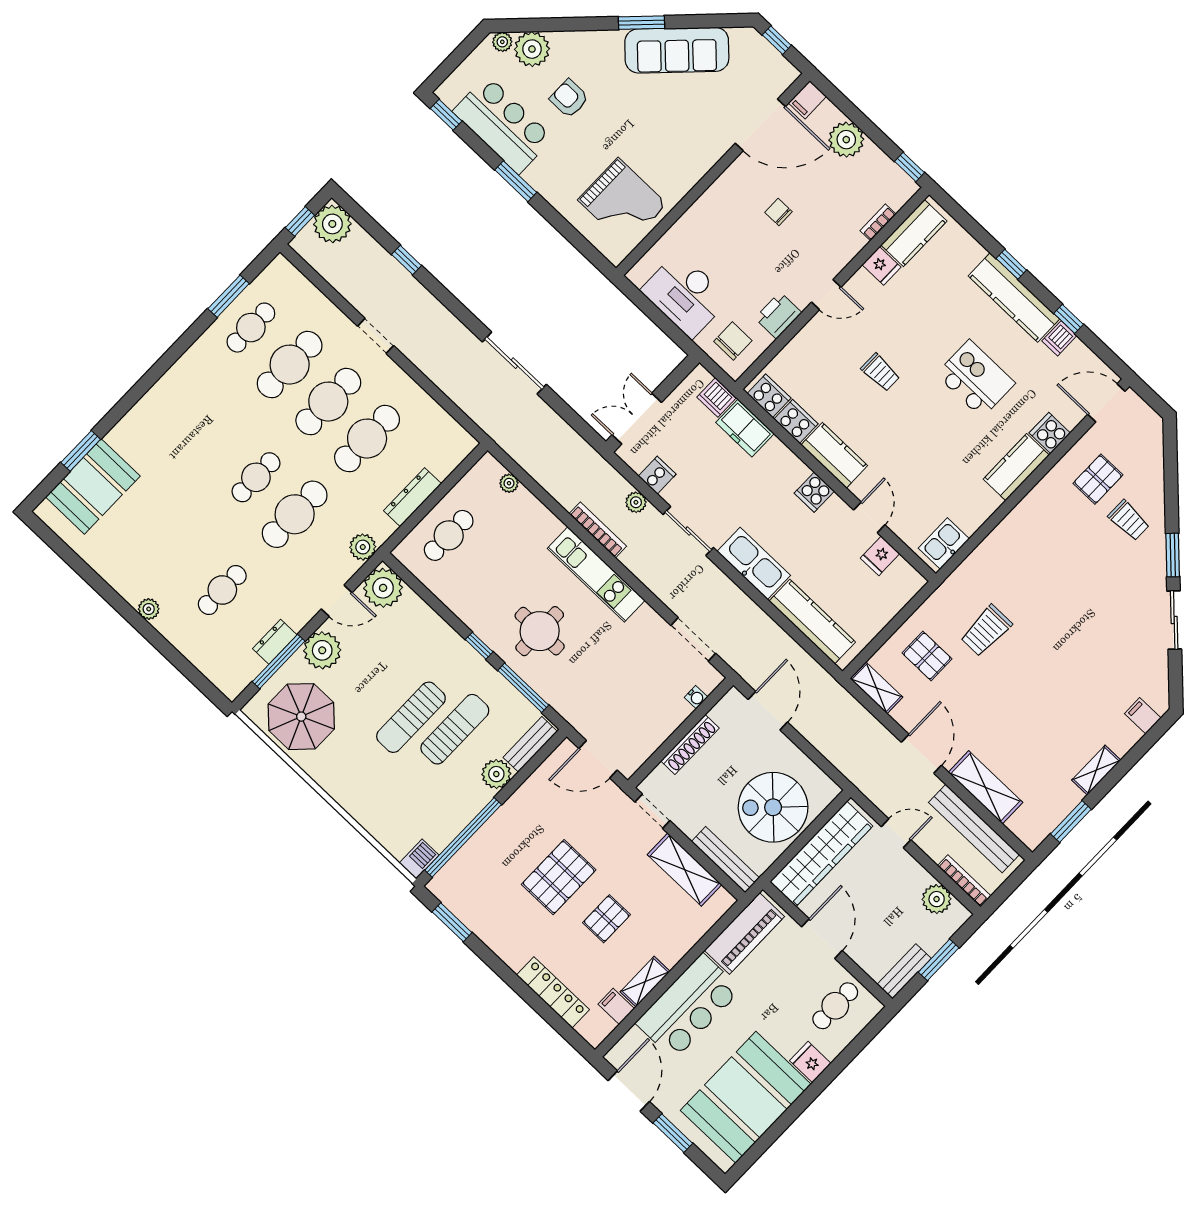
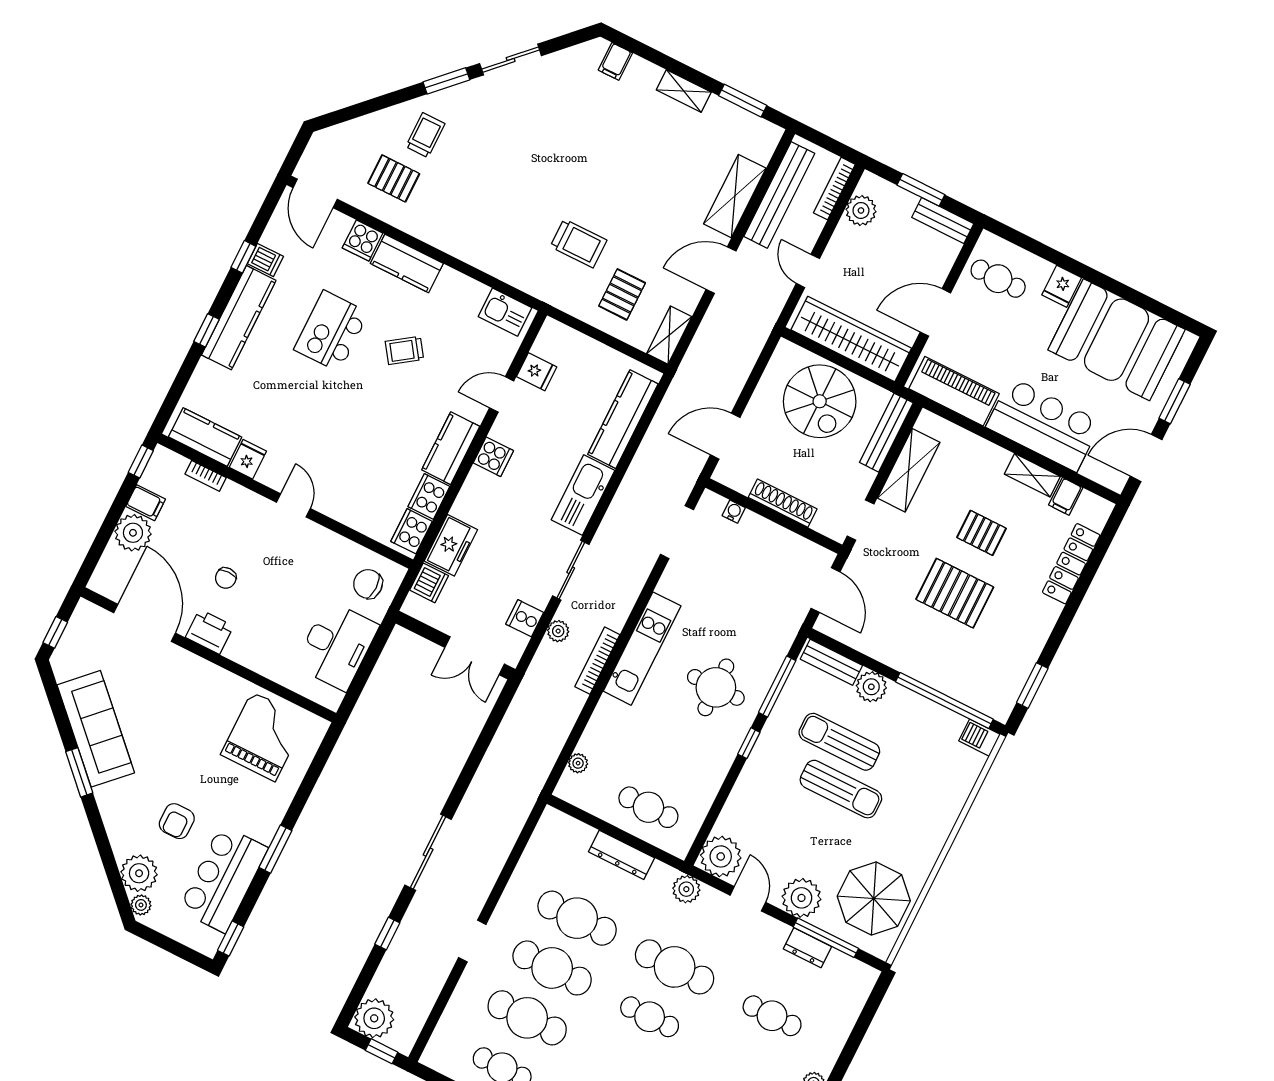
filing cabinet: (807, 100) -> (146, 503), moved
printer: (778, 315) -> (209, 632), moved, turned 180
sliding door: (514, 363) -> (428, 852), moved
trolley: (880, 372) -> (404, 350), moved, turned -125

